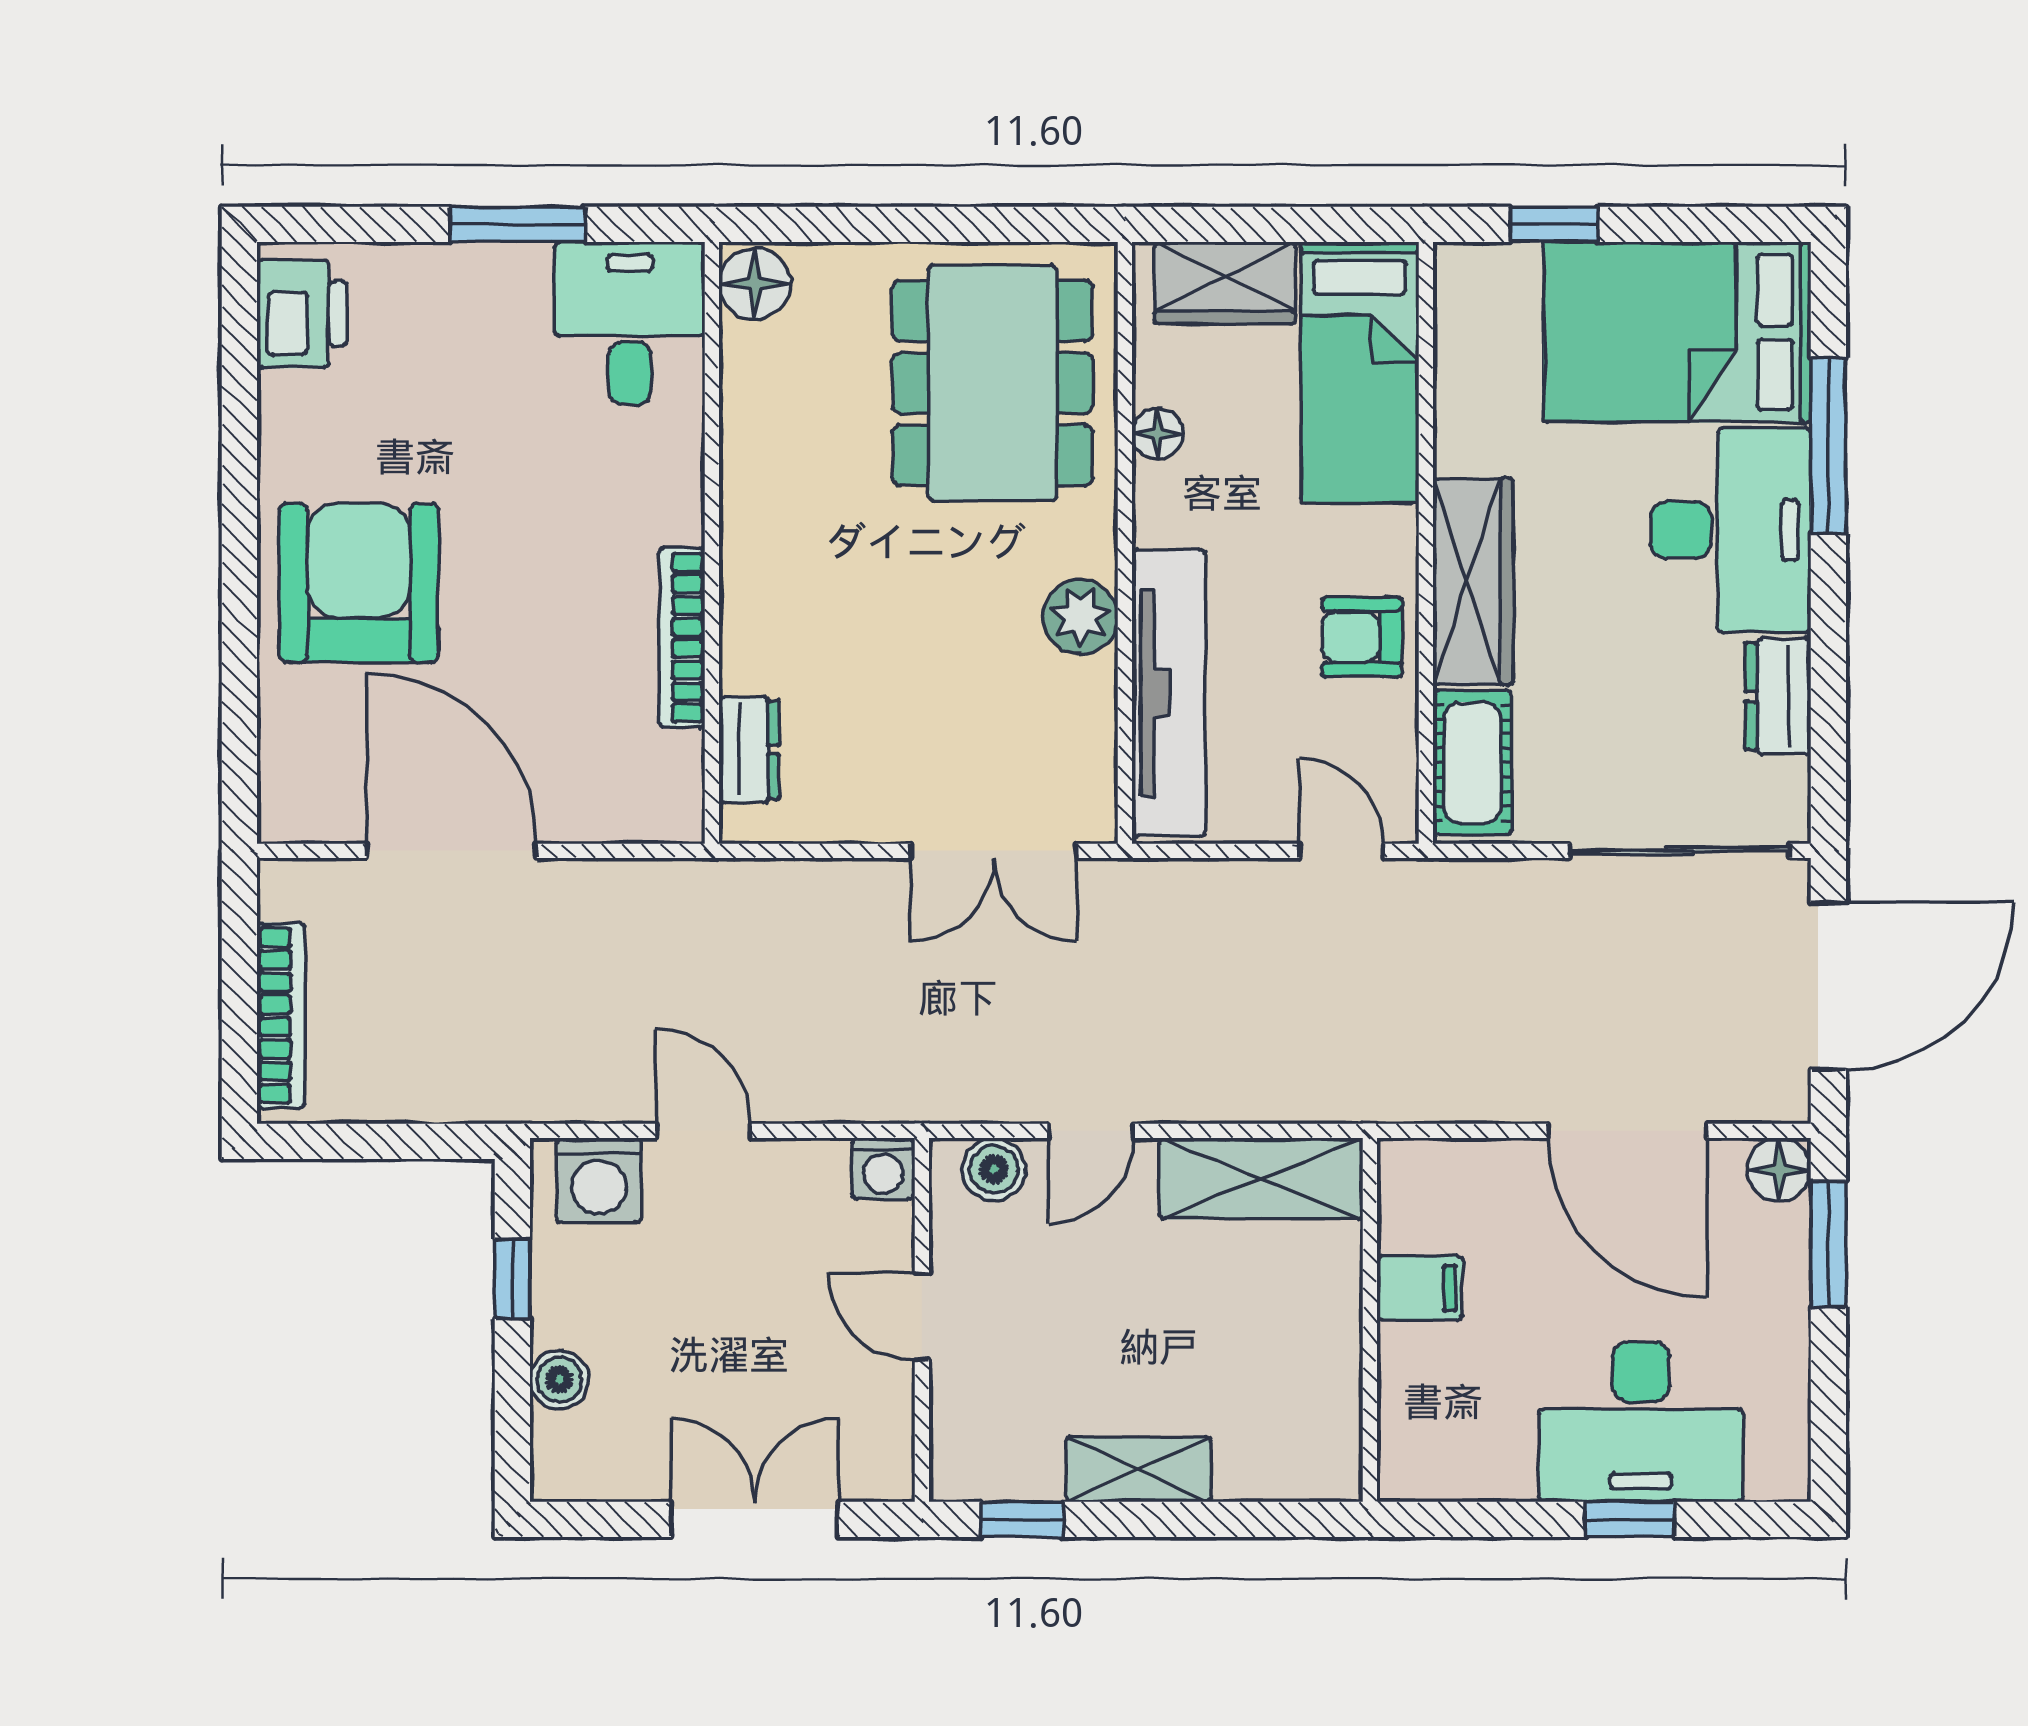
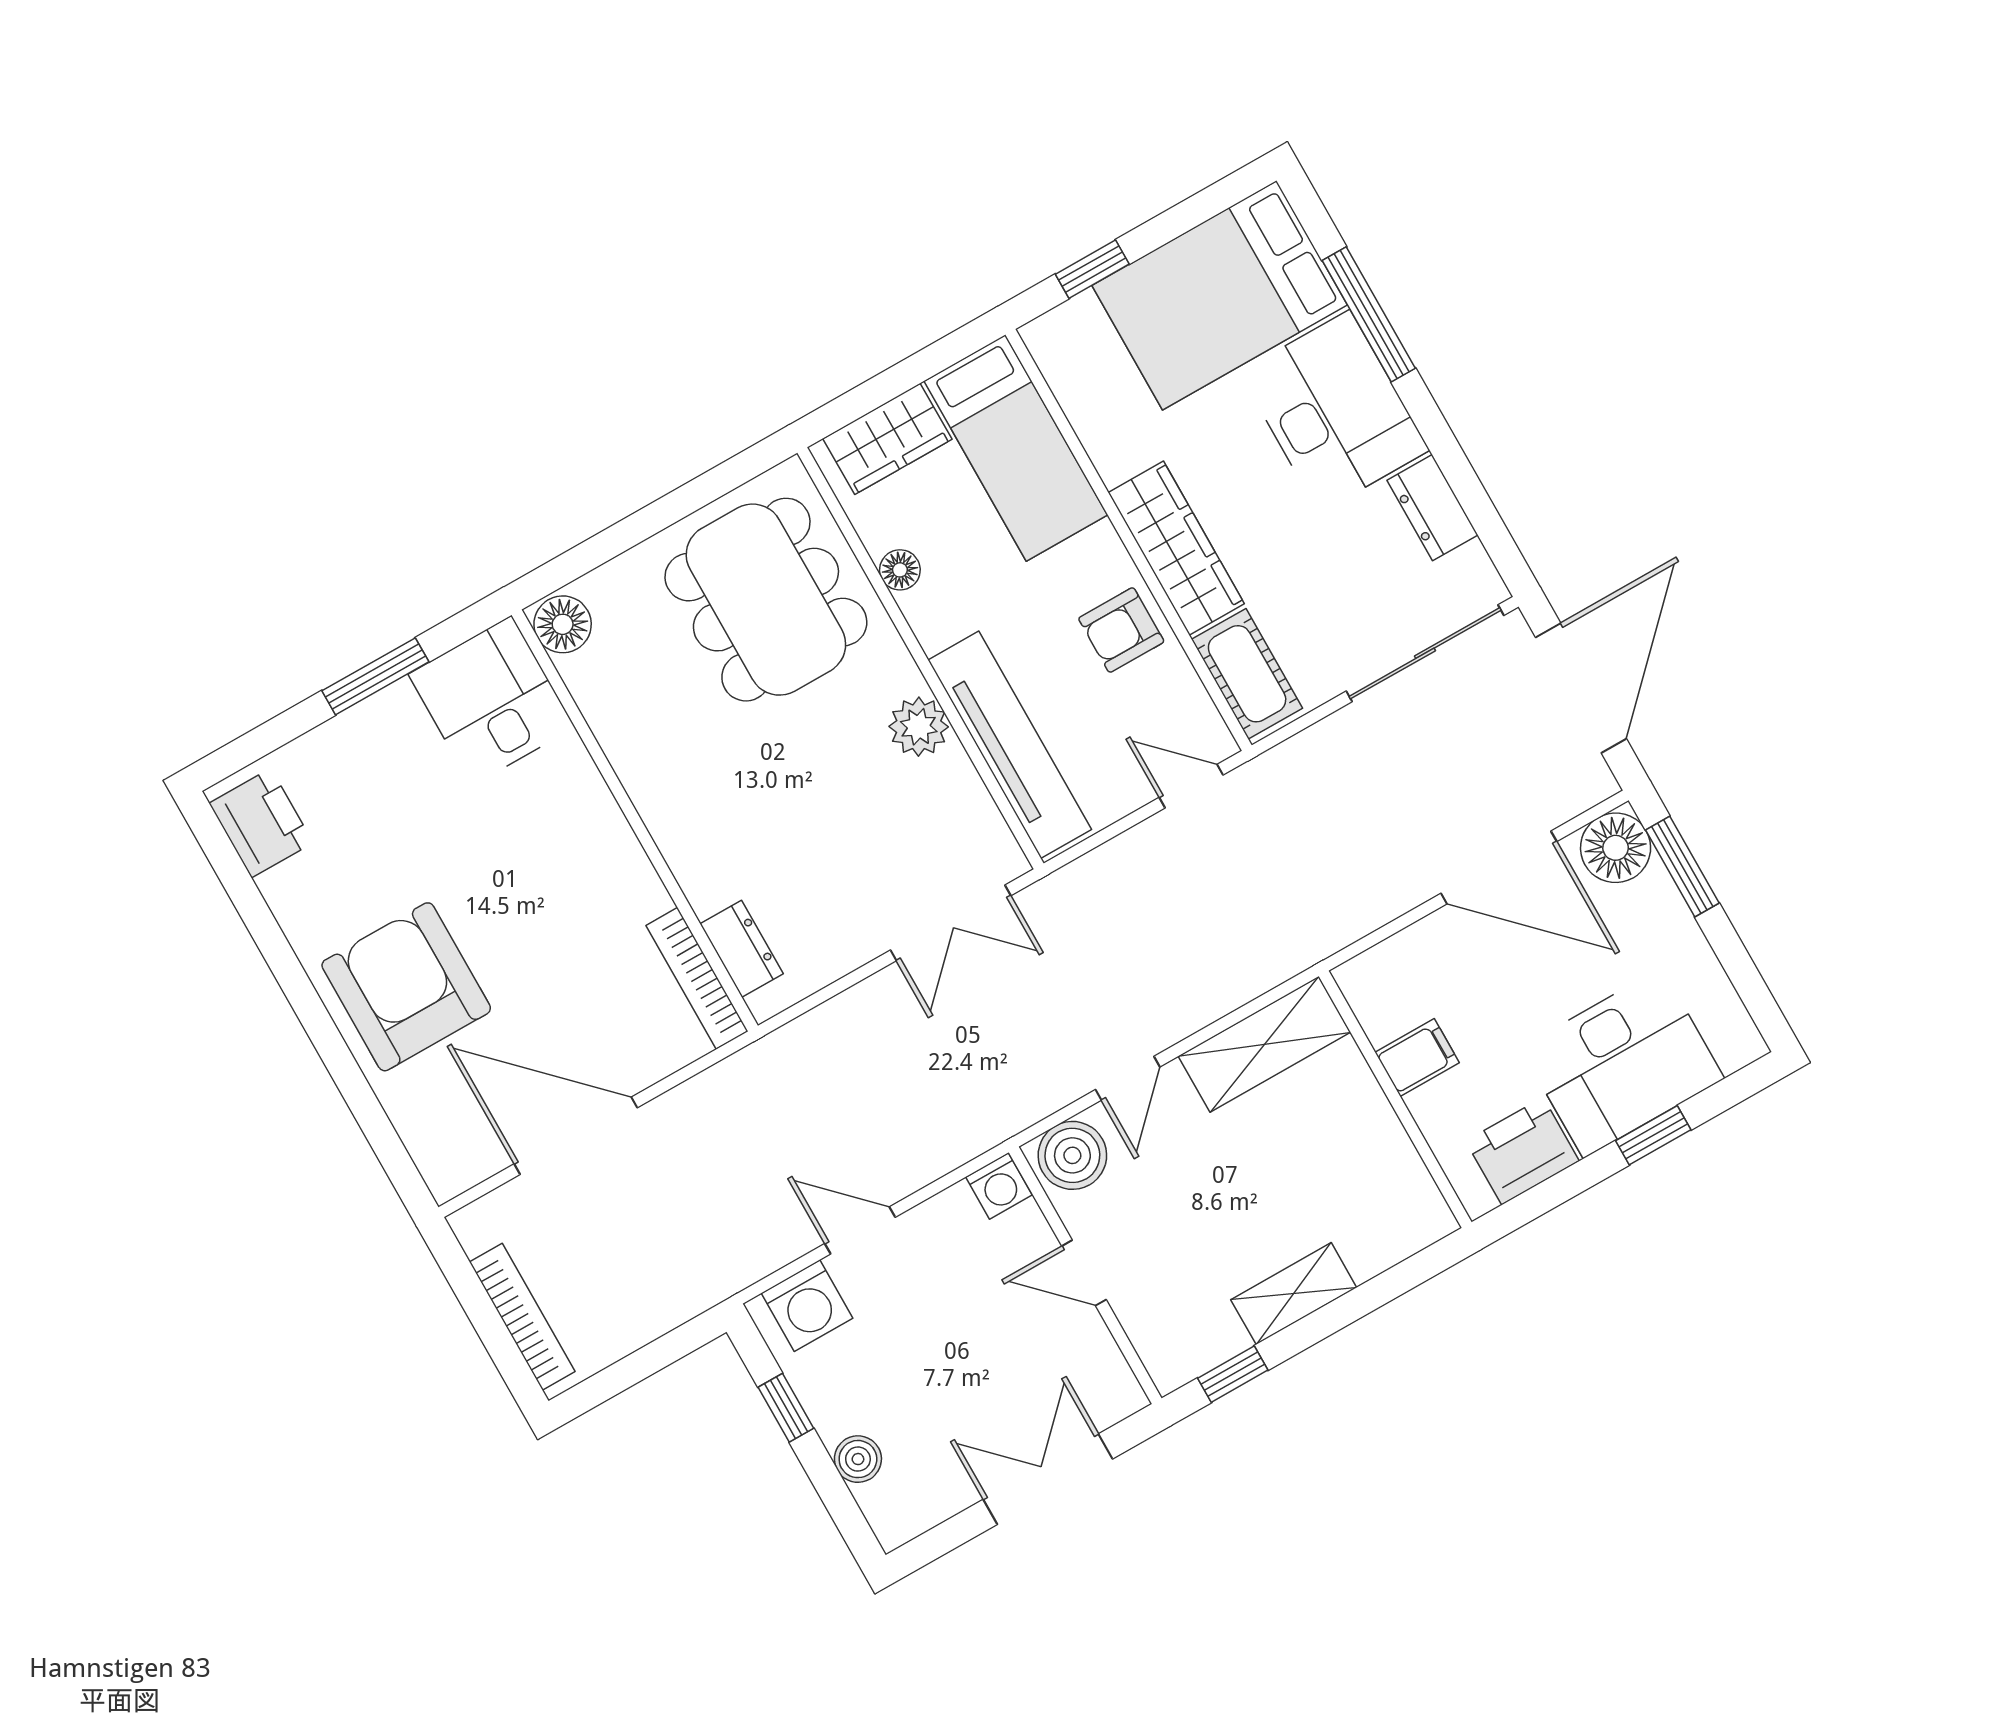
bookcase: (682, 638) -> (697, 978), moved
boiler: (994, 1169) -> (1072, 1155), width x1.36, depth x1.36
floor lamp: (1779, 1170) -> (1616, 848), width x1.38, depth x1.38
printer: (1477, 1456) -> (1522, 1151), added

